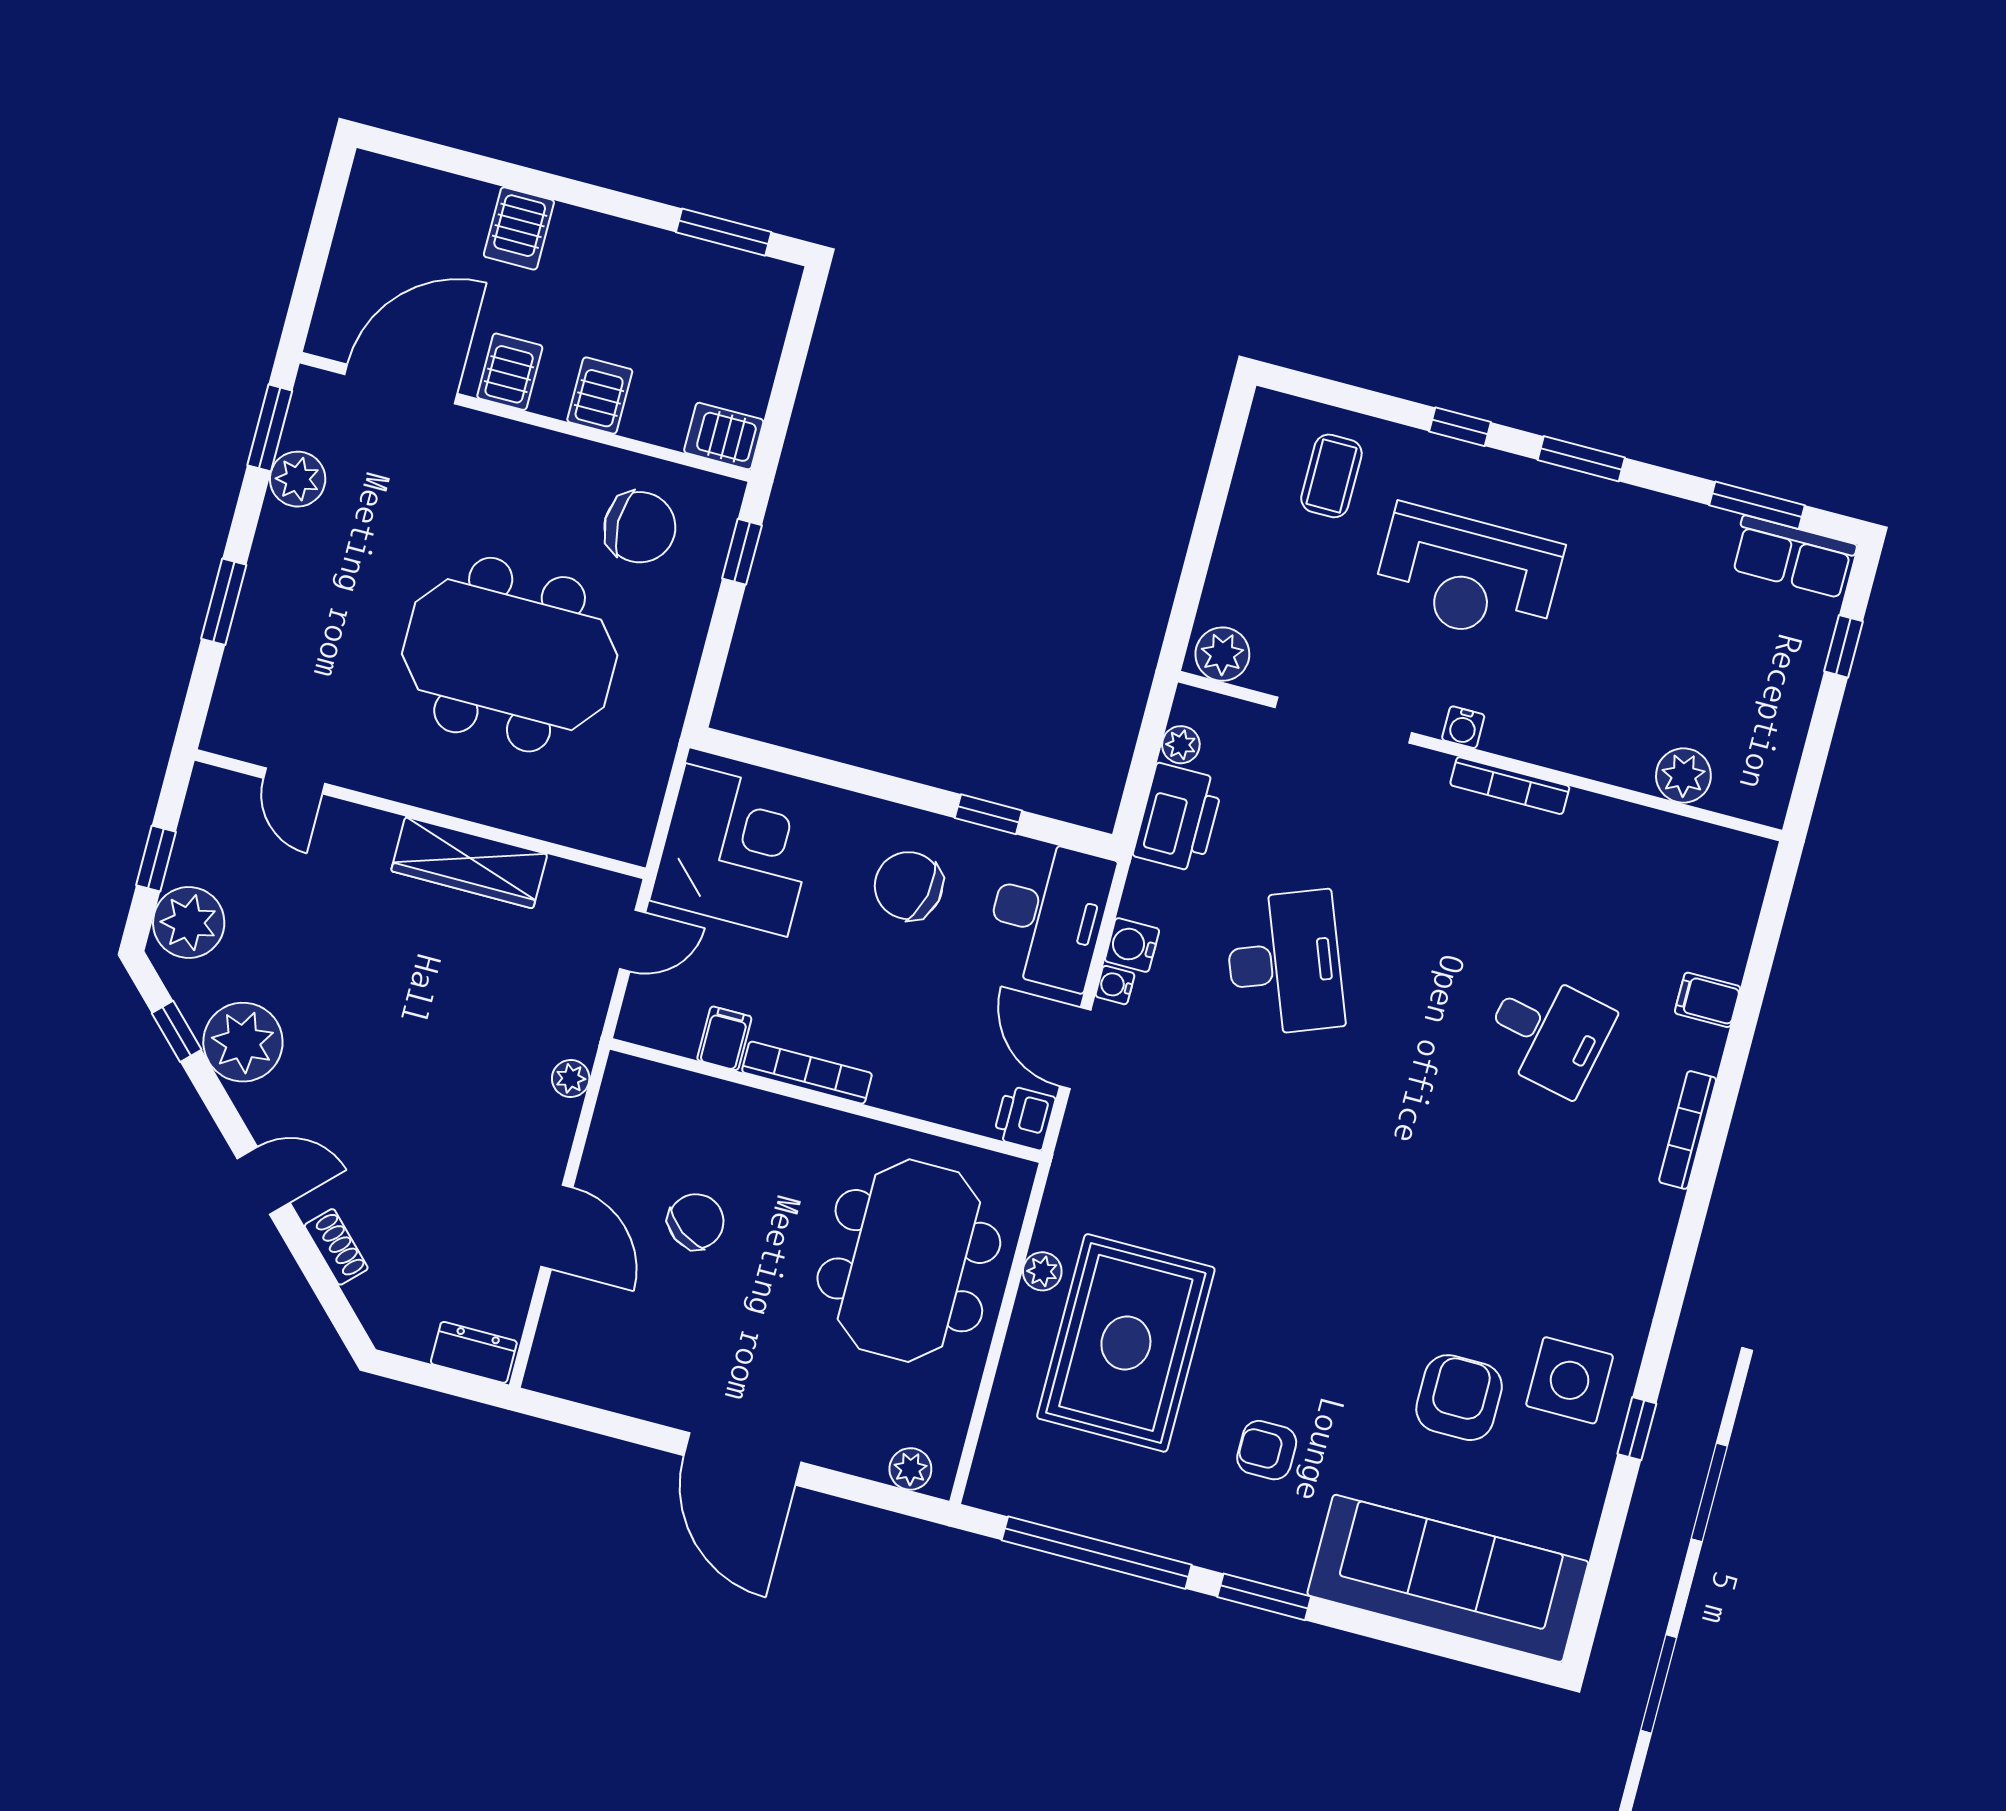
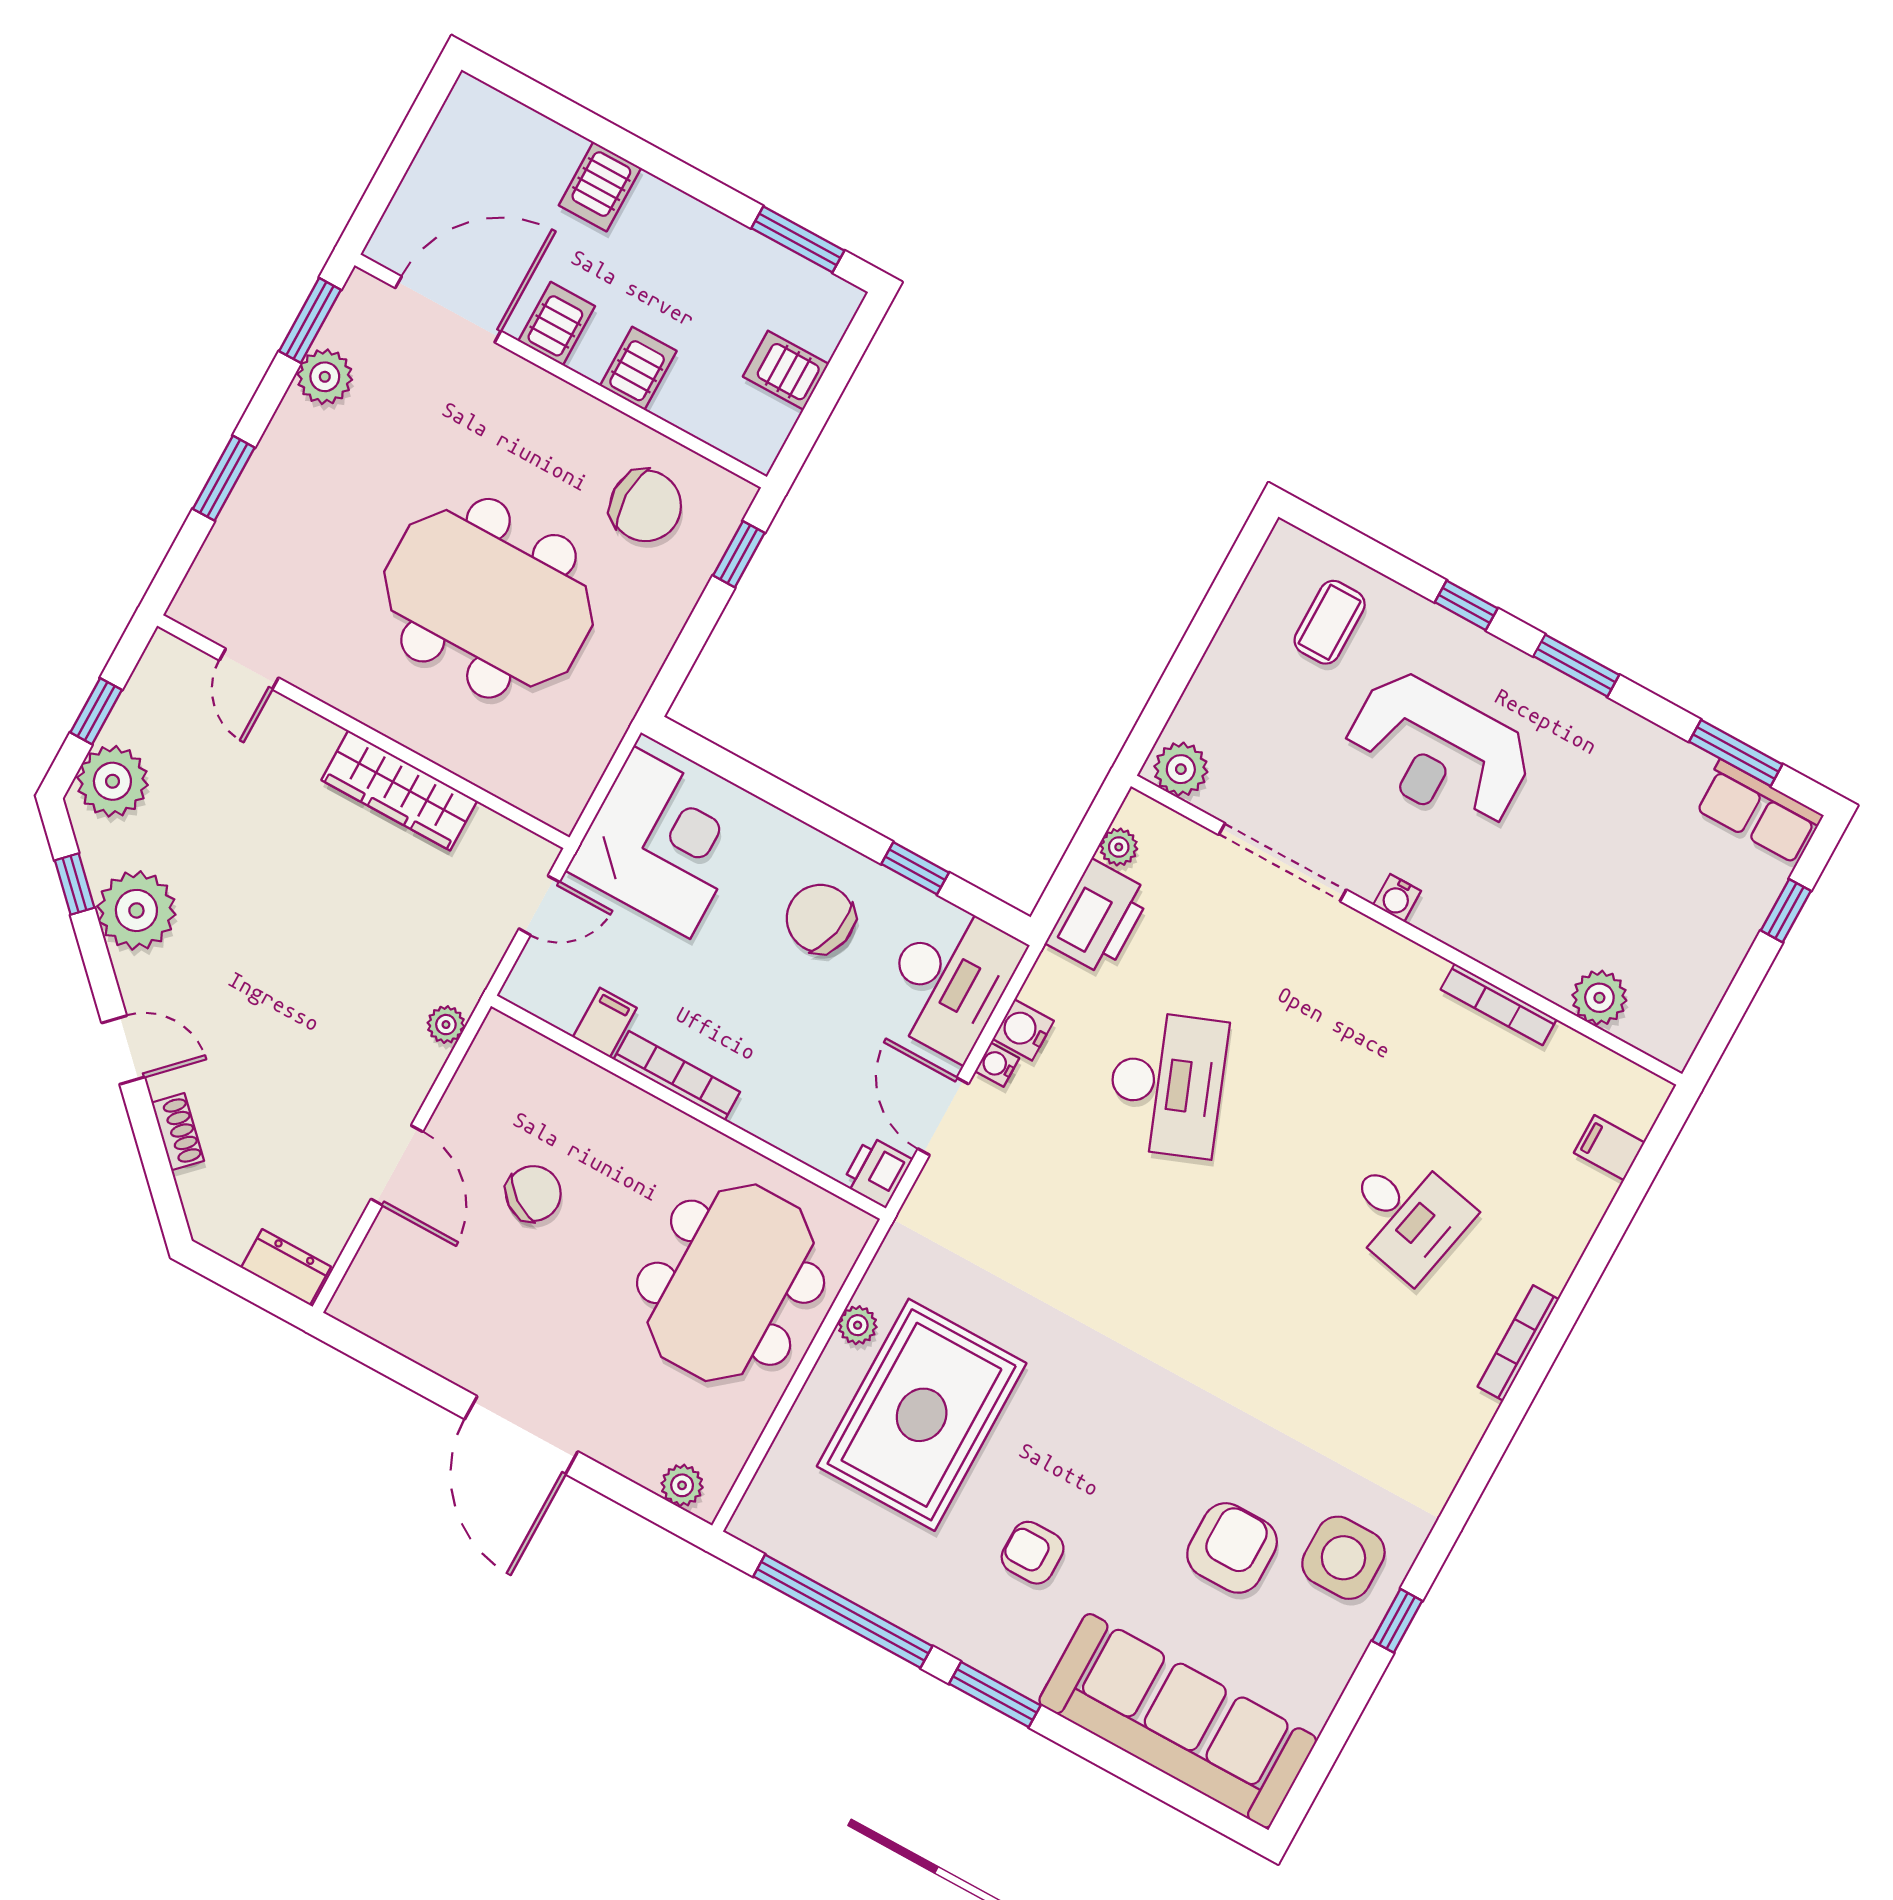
server rack: (724, 436) -> (786, 370), moved
bookcase: (1510, 786) -> (1499, 1004), moved
filing cabinet: (1708, 1000) -> (1609, 1148), moved

